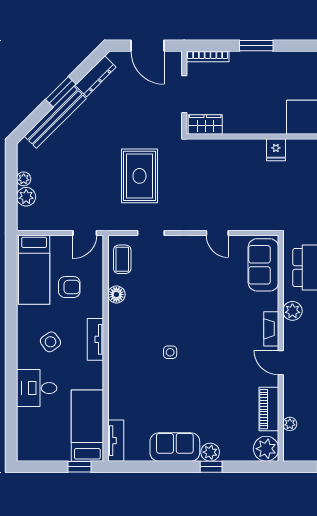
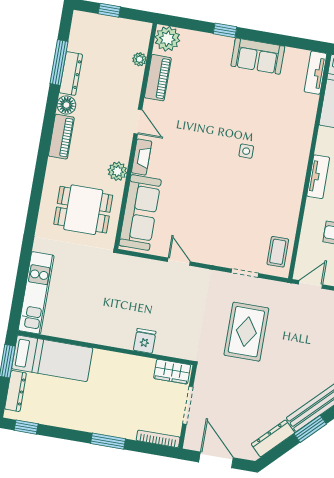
fridge: (276, 150) -> (145, 341), moved
sofa: (263, 265) -> (140, 213), width x1.36
floor lamp: (116, 294) -> (290, 218), removed
plant: (210, 452) -> (224, 45), removed

